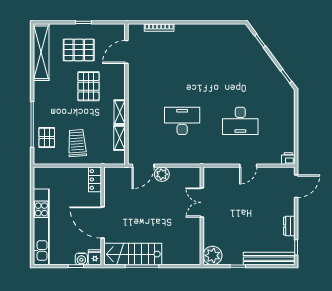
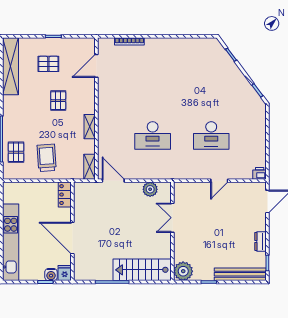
pallet: (79, 50) -> (48, 64), width x0.67, depth x0.71
pallet: (88, 86) -> (58, 101), width x0.67, depth x0.71
desk: (182, 121) -> (153, 135), turned 180
shelving: (120, 138) -> (89, 167), moved
door: (143, 166) -> (113, 181), swing flipped
plant: (162, 174) -> (150, 189), moved
stairs: (133, 254) -> (142, 270), moved

